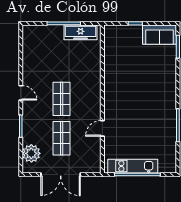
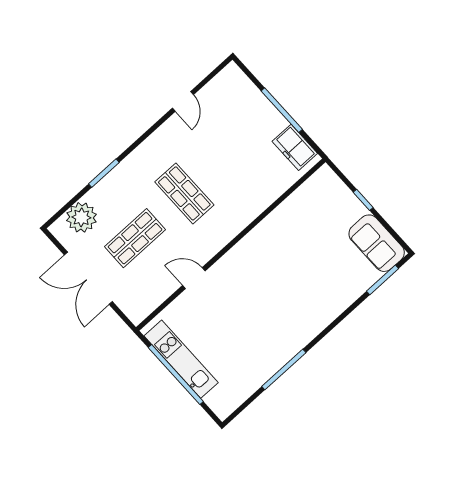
freezer: (81, 32) -> (295, 147), width x0.71
door: (21, 93) -> (183, 101), moved
shop shelf: (62, 99) -> (184, 193), turned 90

